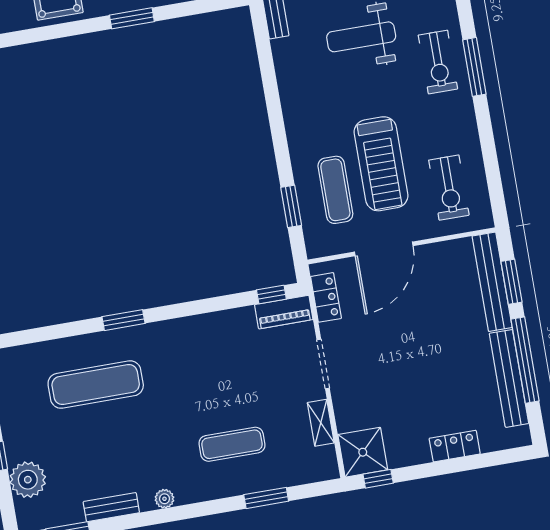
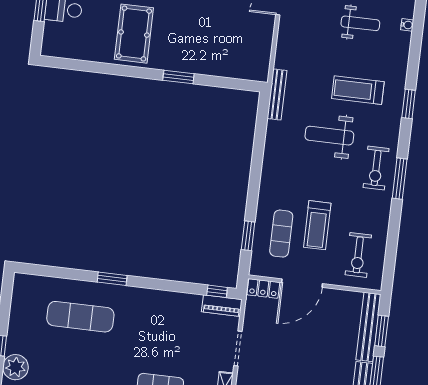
treadmill: (381, 164) -> (317, 225), width x0.73, depth x0.73
locker: (326, 297) -> (263, 289), moved, turned 90

